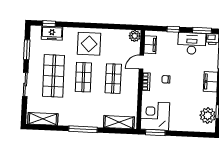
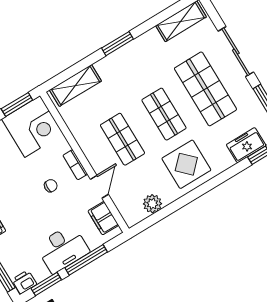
window: (173, 29) -> (86, 260), width x2.17
plant: (135, 36) -> (152, 204), moved
desk: (192, 43) -> (63, 249), moved
sliding door: (25, 85) -> (236, 52), width x1.37
window: (83, 129) -> (117, 44), width x0.69

